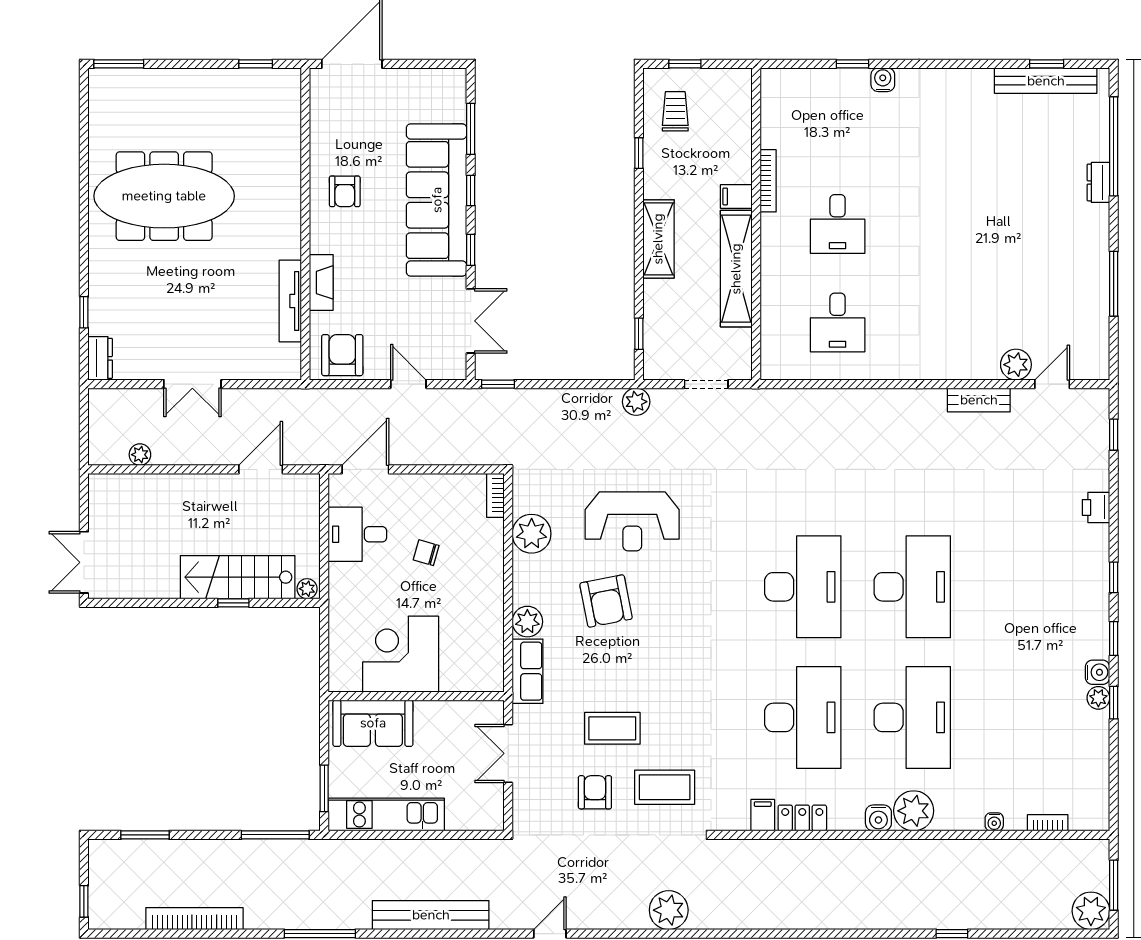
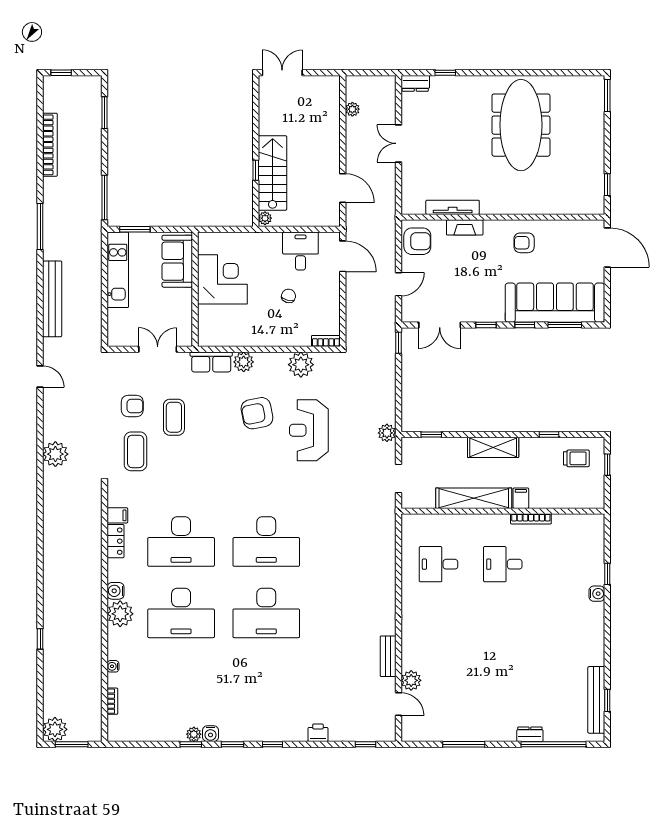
sofa: (437, 200) -> (555, 303), moved

